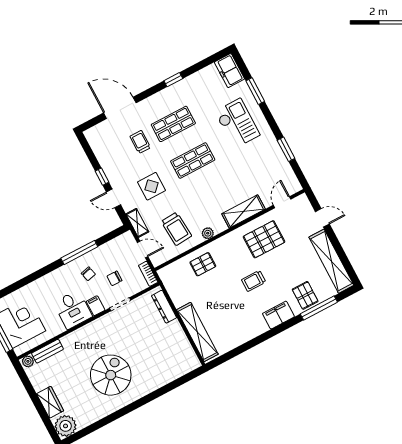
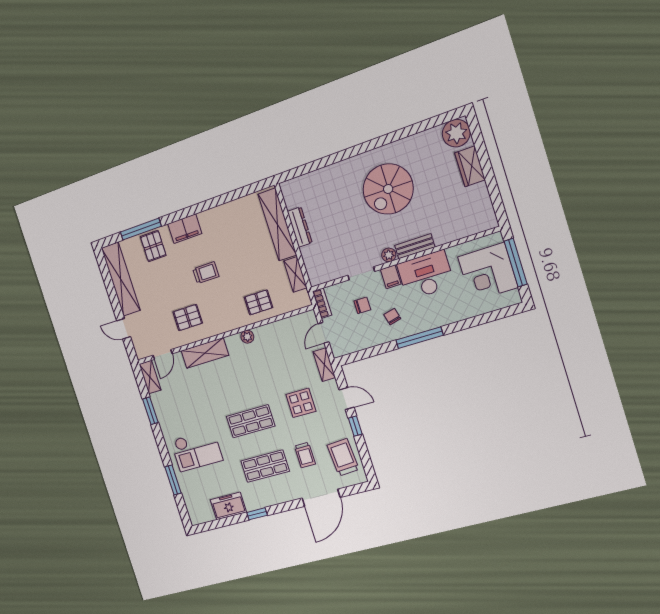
freezer: (229, 71) -> (228, 506), moved, turned -90
door: (120, 108) -> (321, 498), hinge flipped
checkout: (237, 123) -> (197, 450), turned -90
shelving: (291, 180) -> (150, 377), added
trolley: (176, 229) -> (343, 457), moved
pallet: (264, 239) -> (188, 318), width x0.67, depth x0.71
door: (143, 249) -> (324, 333), hinge flipped
window: (79, 252) -> (419, 338), moved
shelving: (175, 293) -> (295, 274), added
dresser: (164, 307) -> (300, 227), moved
desk: (73, 310) -> (426, 275), width x1.37
bench: (47, 351) -> (415, 246), moved
plant: (28, 361) -> (389, 255), moved

